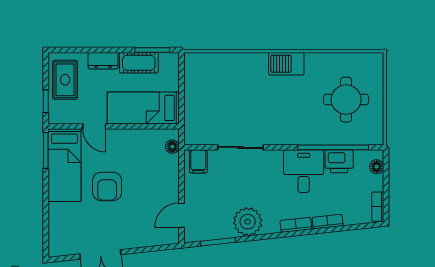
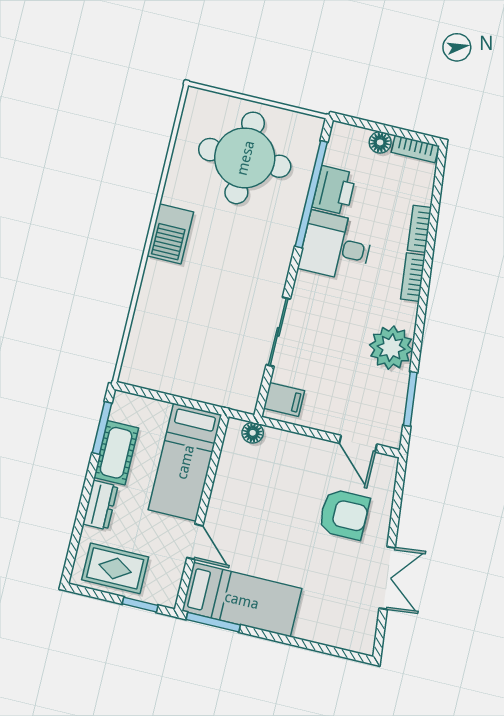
round table: (346, 100) -> (245, 158), width x1.36, depth x1.36
door: (94, 126) -> (195, 542), hinge flipped
floor lamp: (377, 167) -> (380, 142), moved
armchair: (107, 186) -> (344, 514), moved

